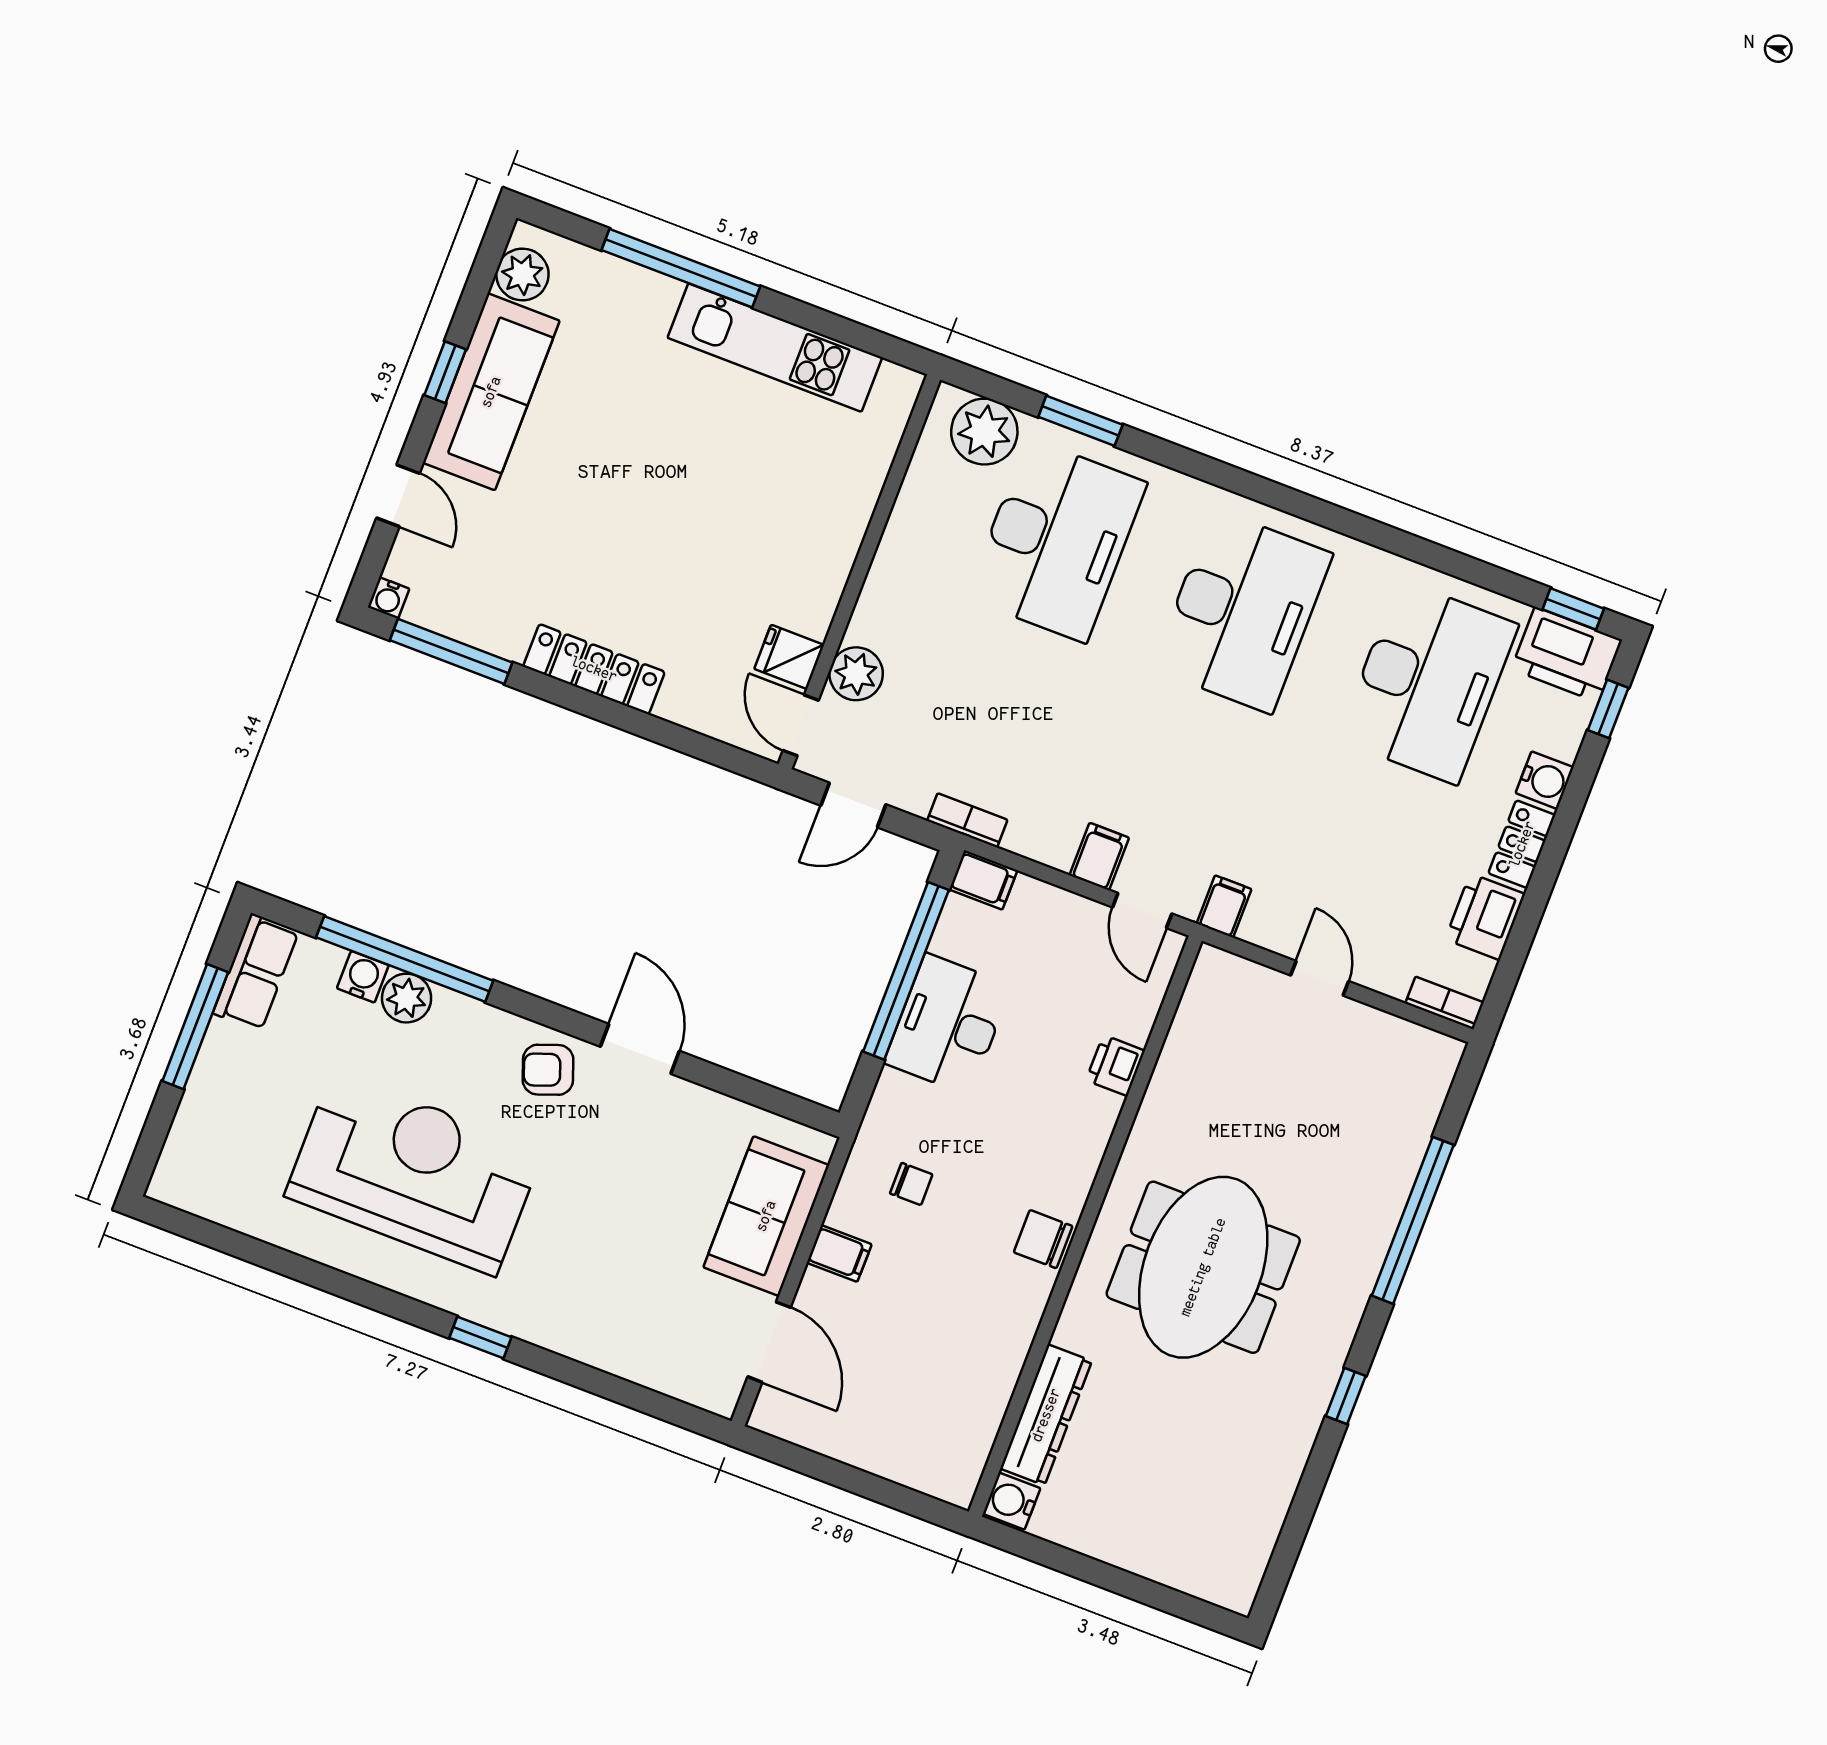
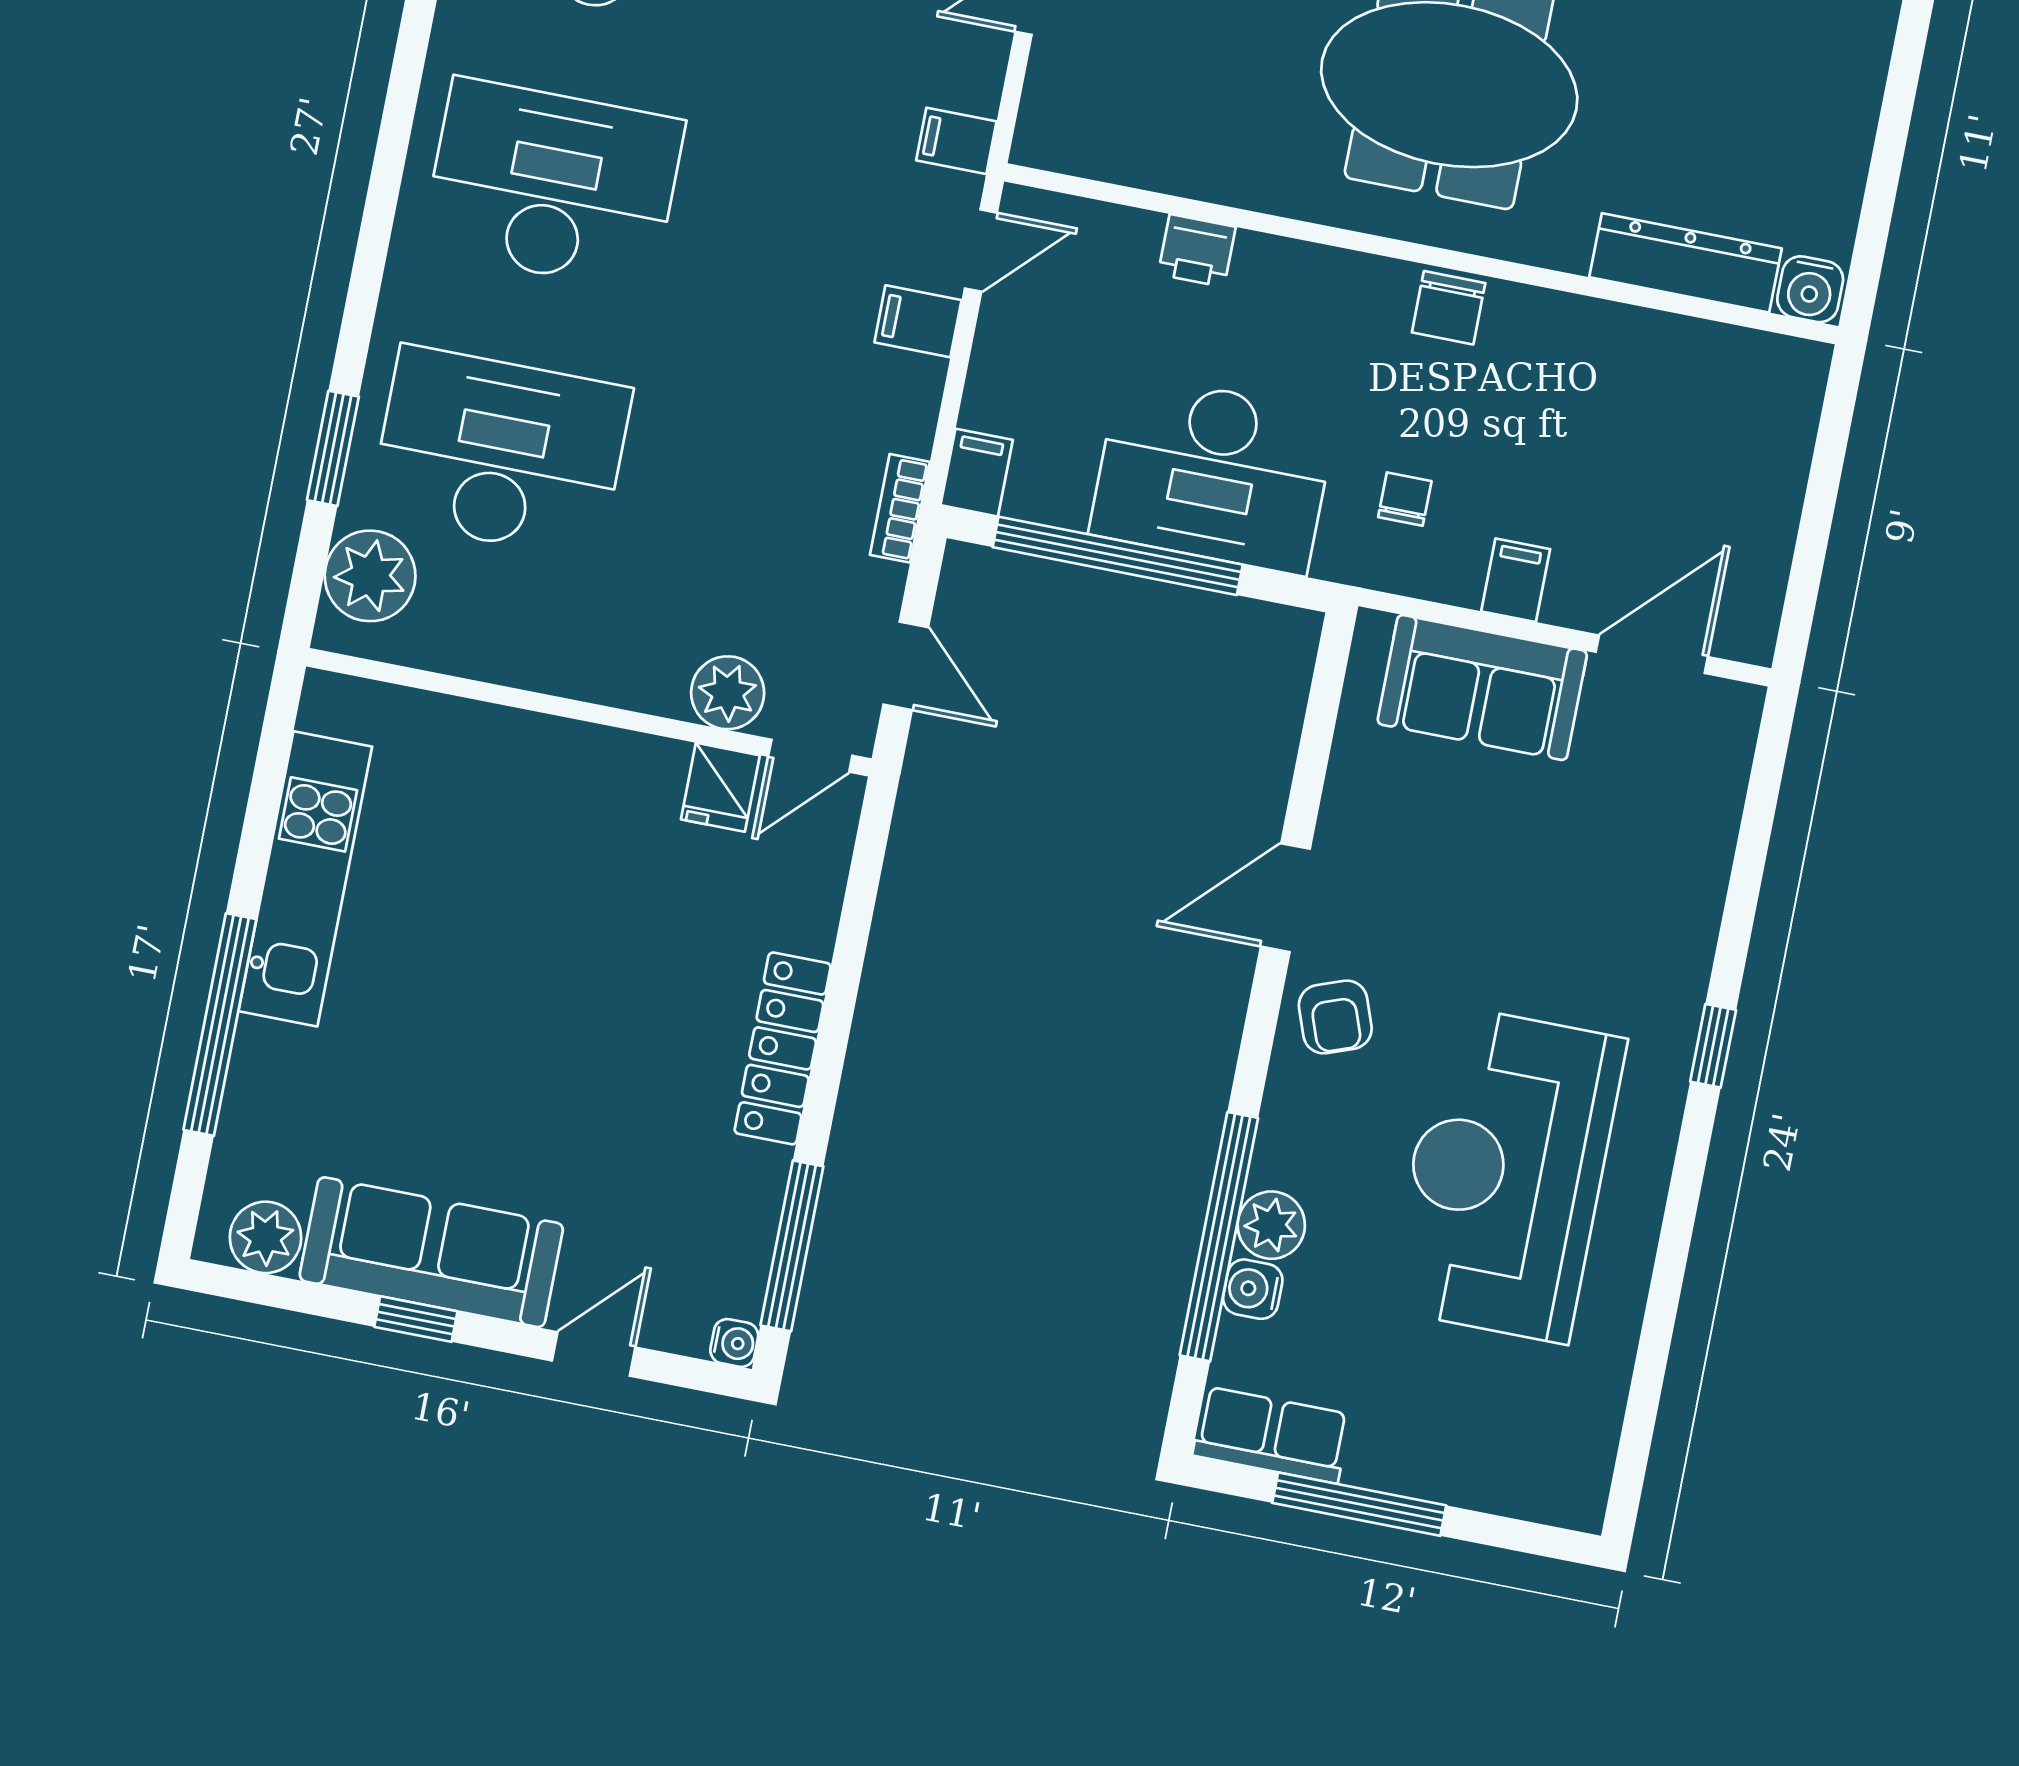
desk: (948, 1024) -> (1213, 474), width x1.36, depth x1.30

